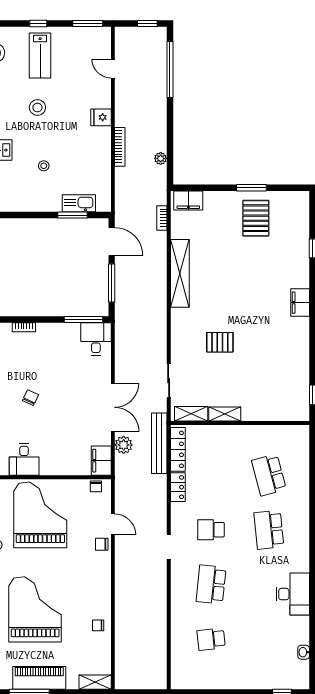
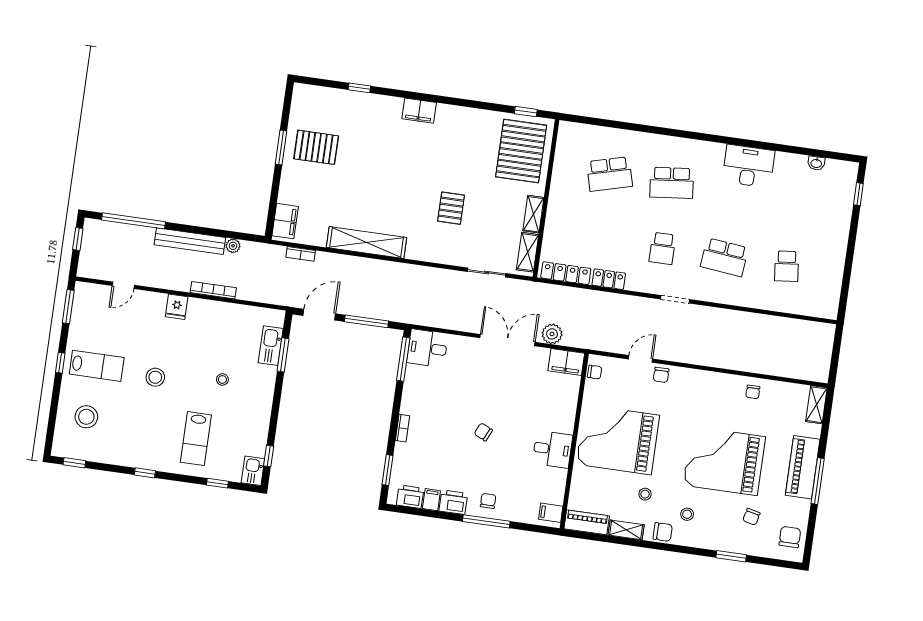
pallet: (278, 396) -> (521, 151), added
bench: (159, 443) -> (190, 241), moved

